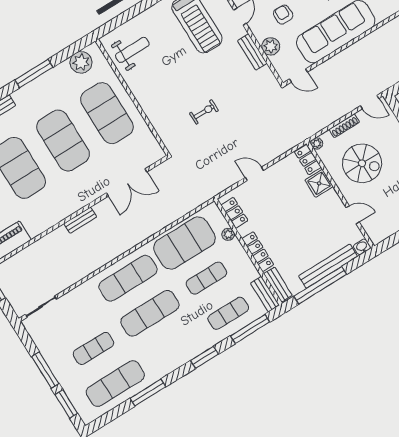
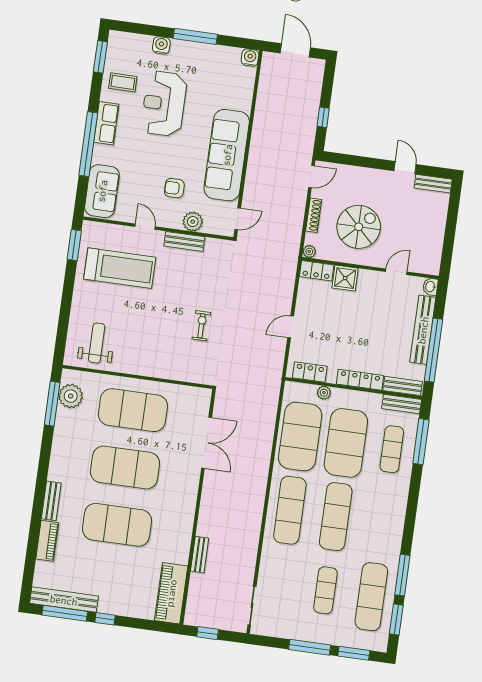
window: (34, 74) -> (52, 404), moved
bench: (80, 220) -> (200, 555), moved
exercise mat: (206, 278) -> (346, 443), width x2.00, depth x1.45
window: (204, 357) -> (396, 620), moved

